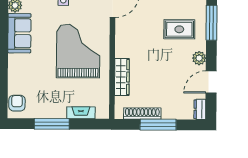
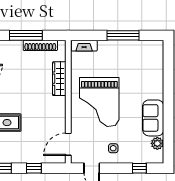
armchair: (17, 103) -> (155, 54), removed
fireplace: (81, 113) -> (84, 46), moved

